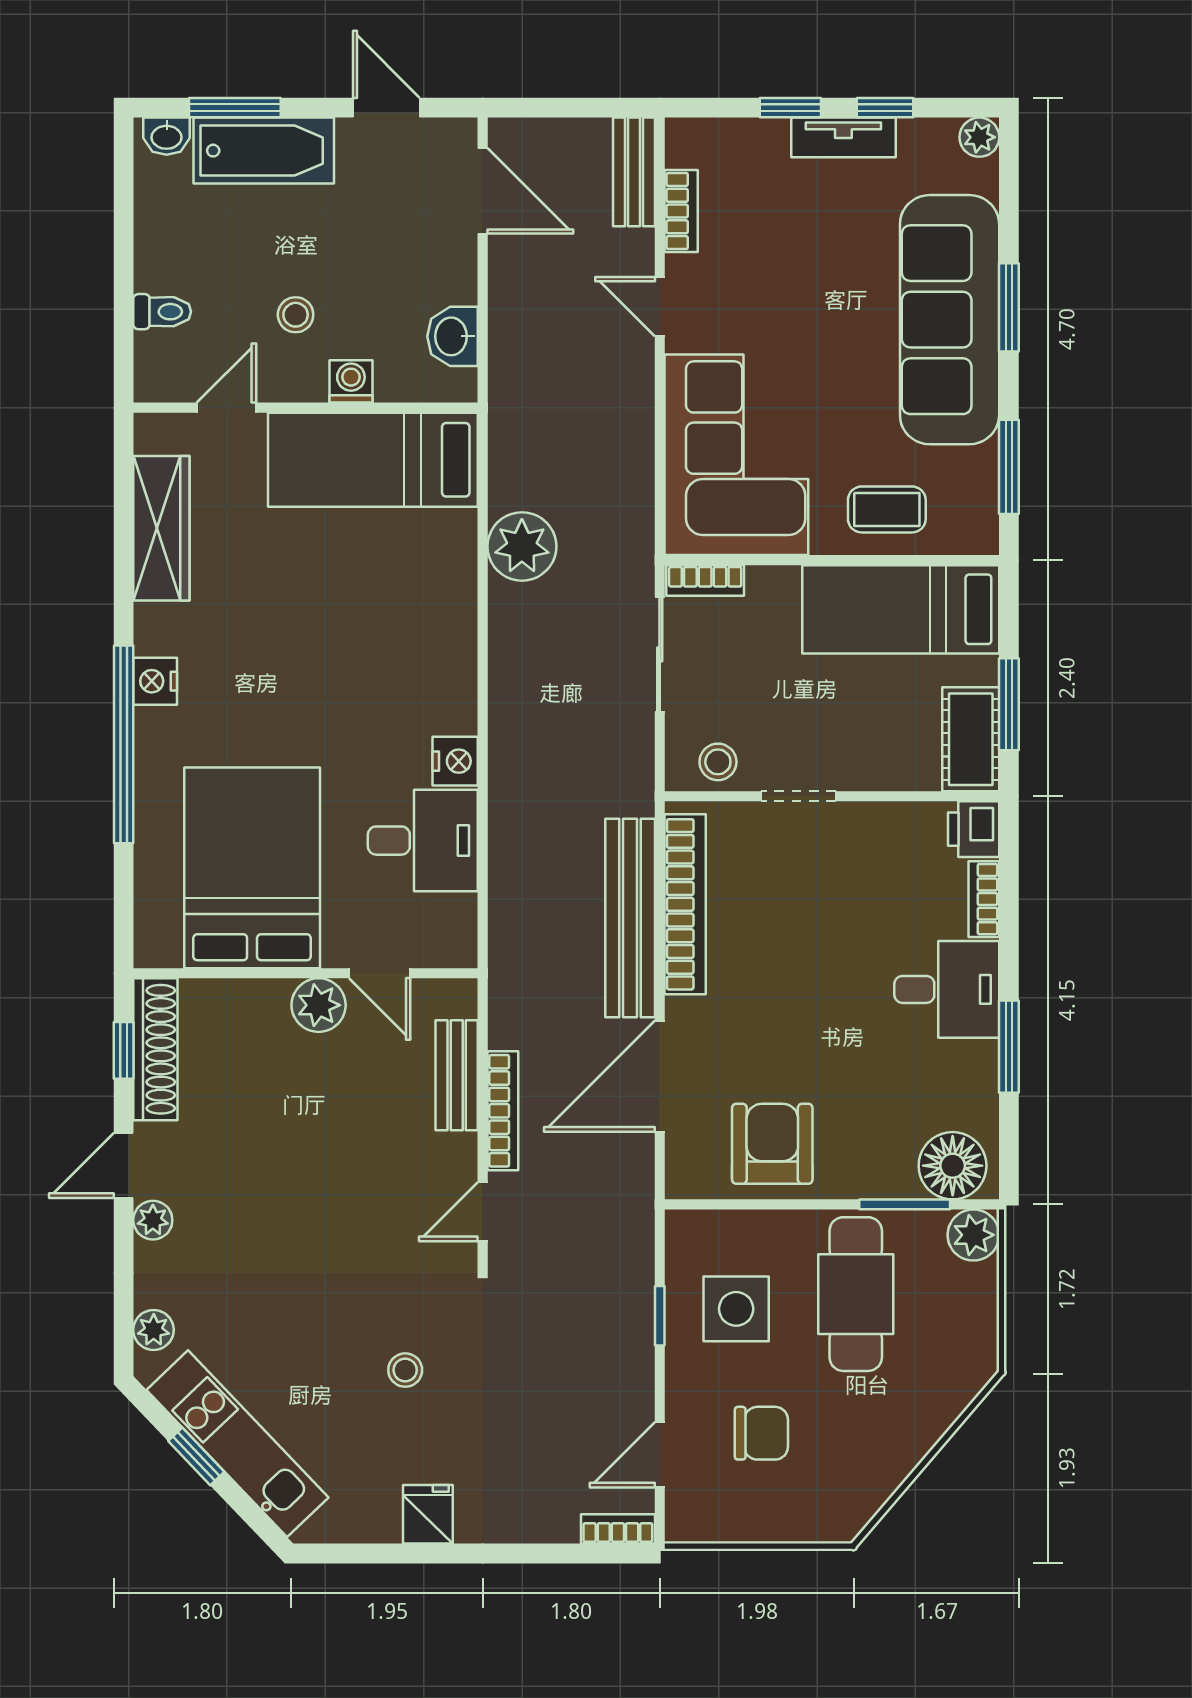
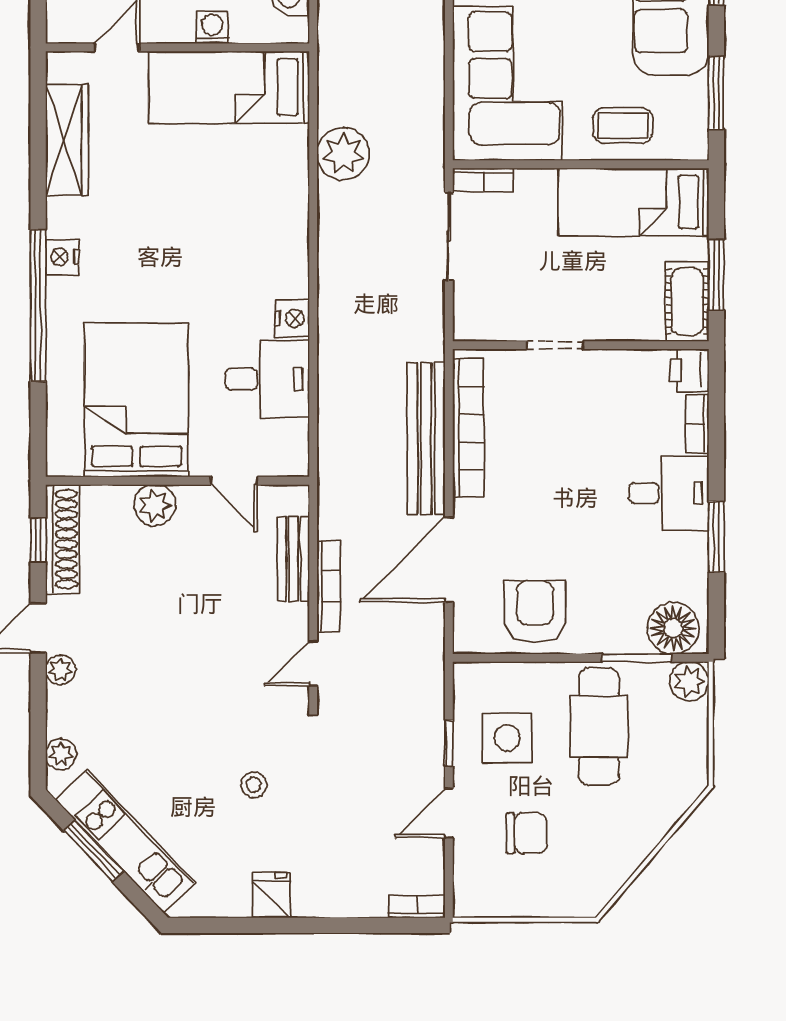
stool: (718, 762) -> (493, 319), removed
plant: (319, 1005) -> (155, 505), moved
door: (660, 1455) -> (449, 813), moved
window: (196, 1456) -> (94, 851), width x1.50

